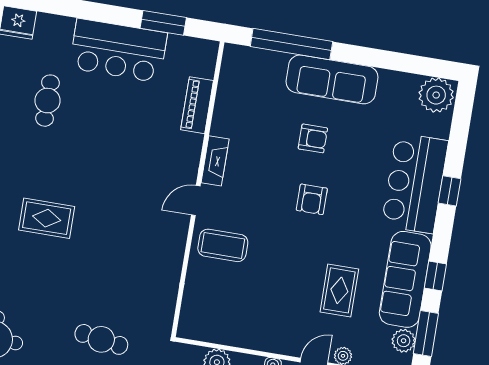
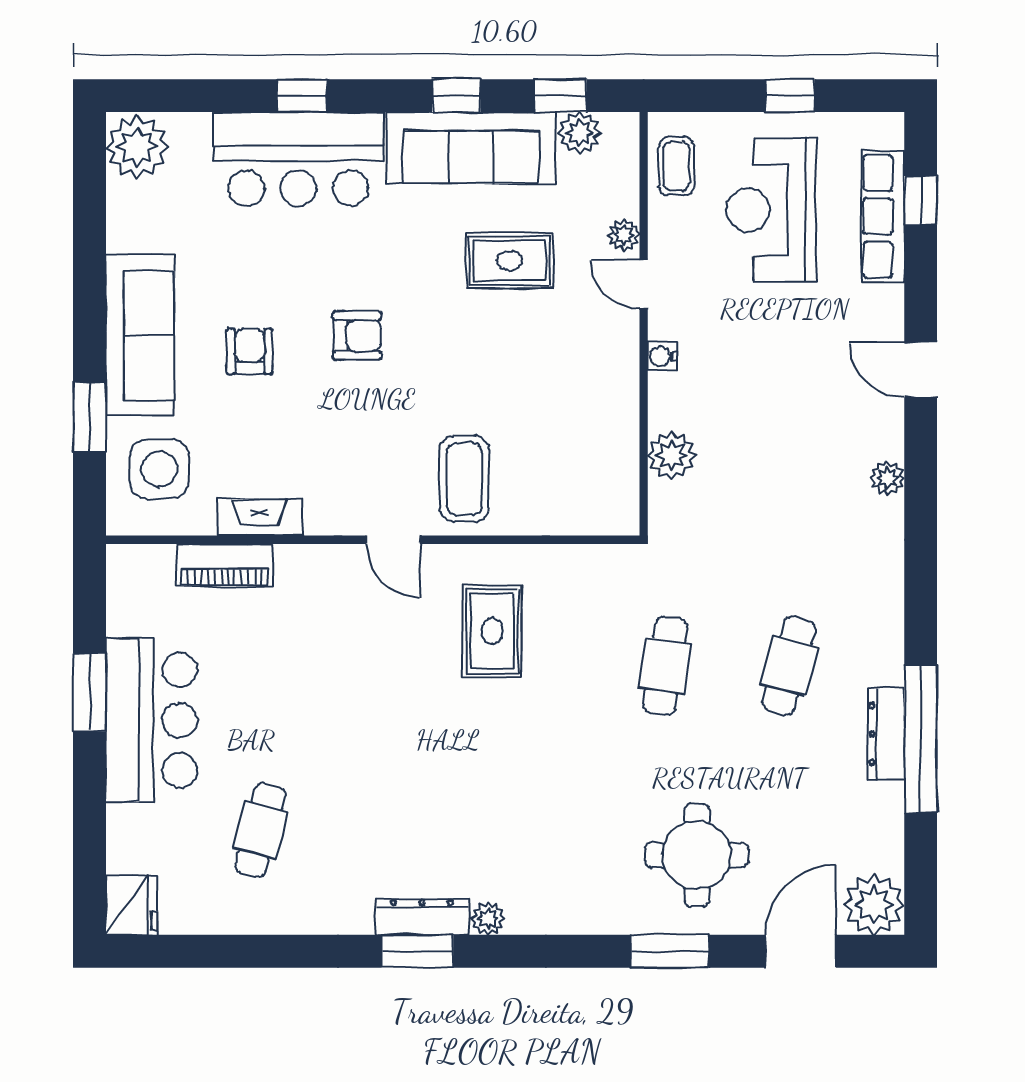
window: (163, 23) -> (89, 692), moved
window: (291, 44) -> (89, 417), width x0.47
side table: (256, 78) -> (159, 469), added
cafe table: (47, 101) -> (260, 830), turned -75
fireplace: (215, 161) -> (260, 517), moved
rug: (47, 218) -> (492, 631), moved
window: (426, 334) -> (560, 96), width x0.67

